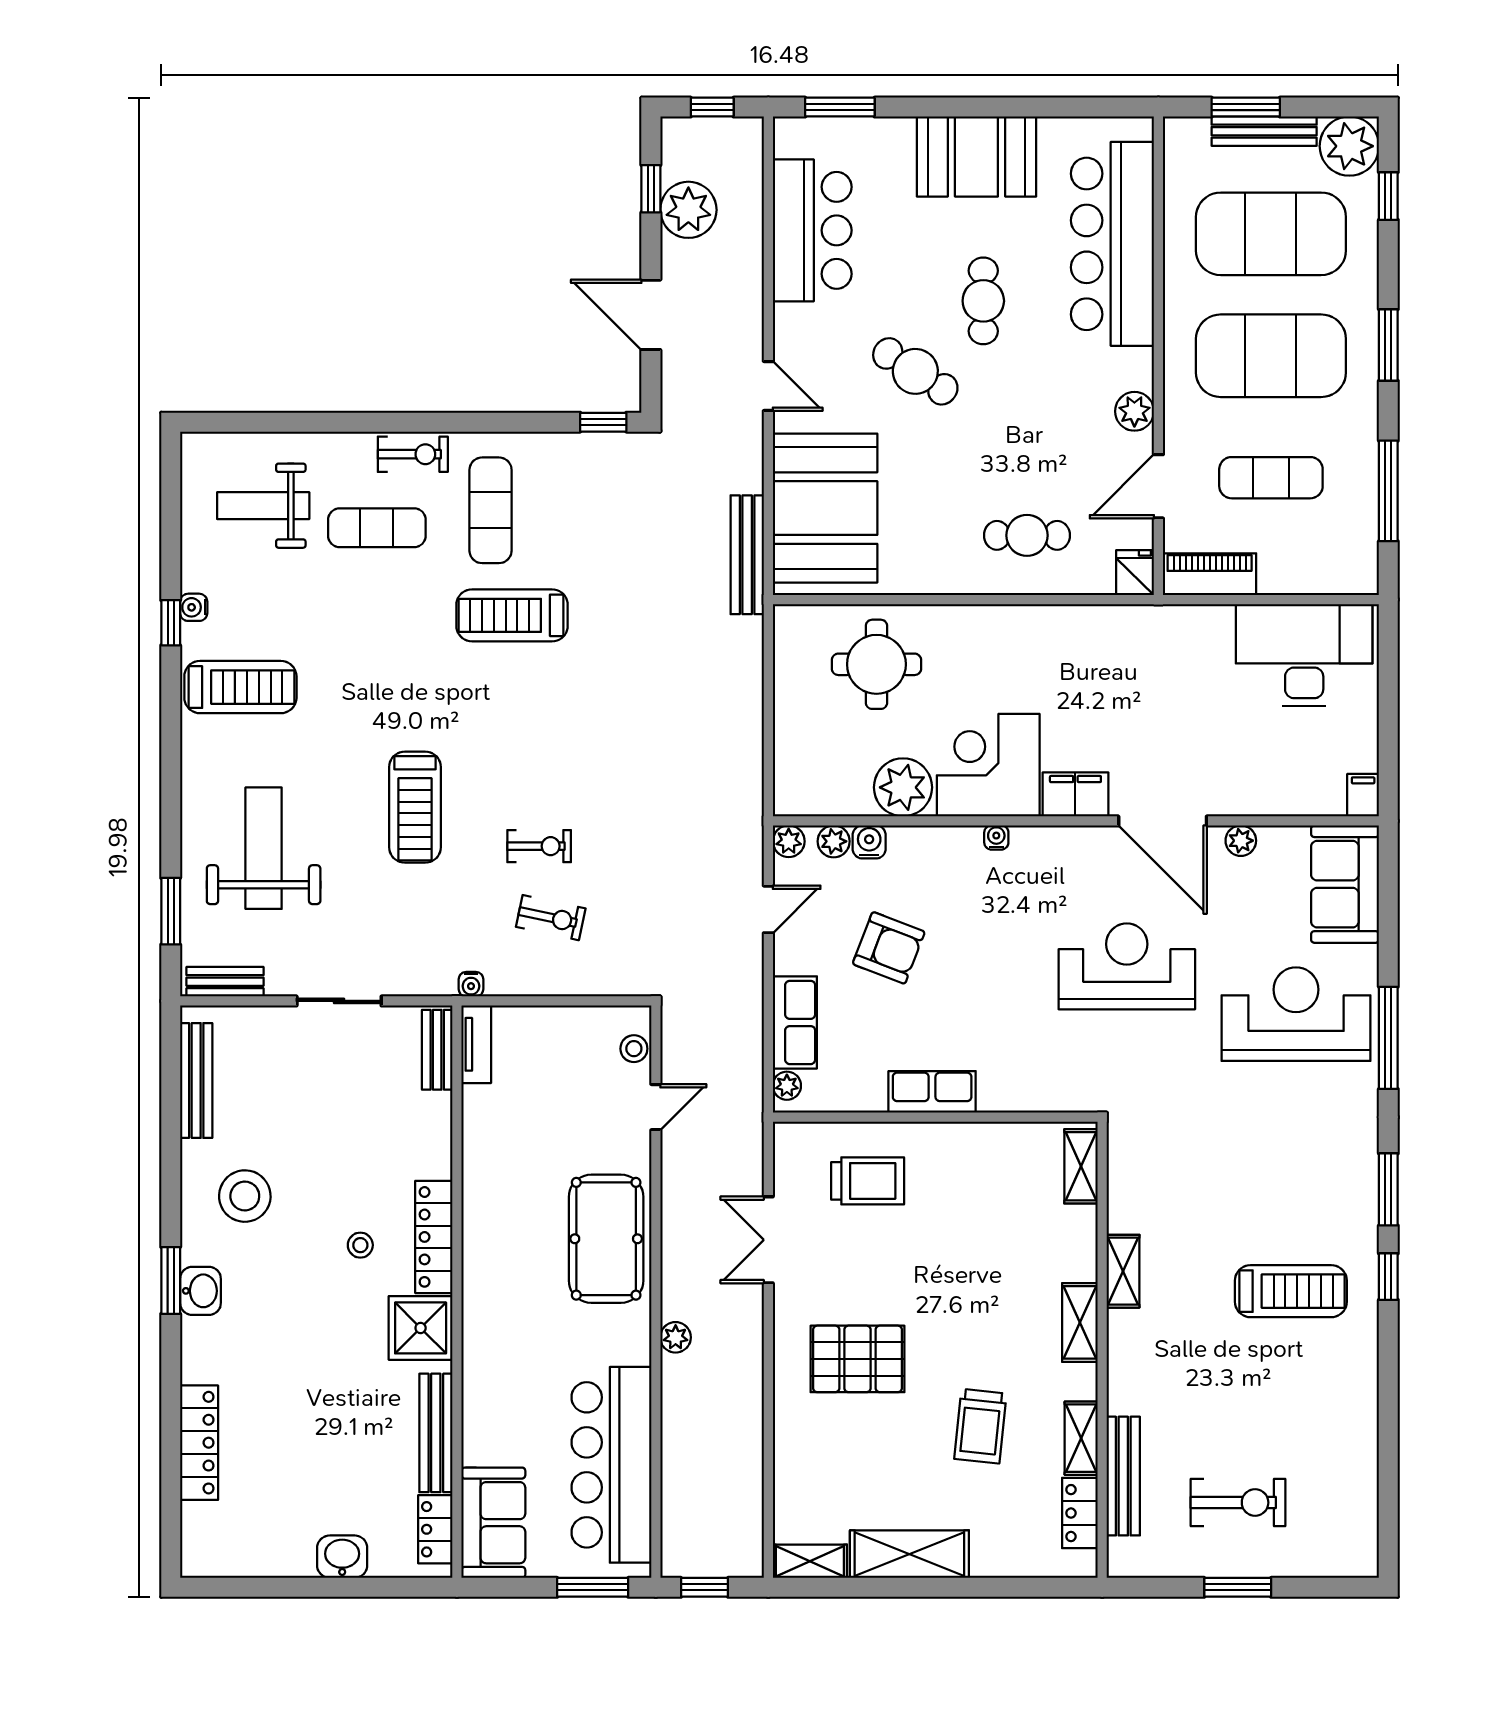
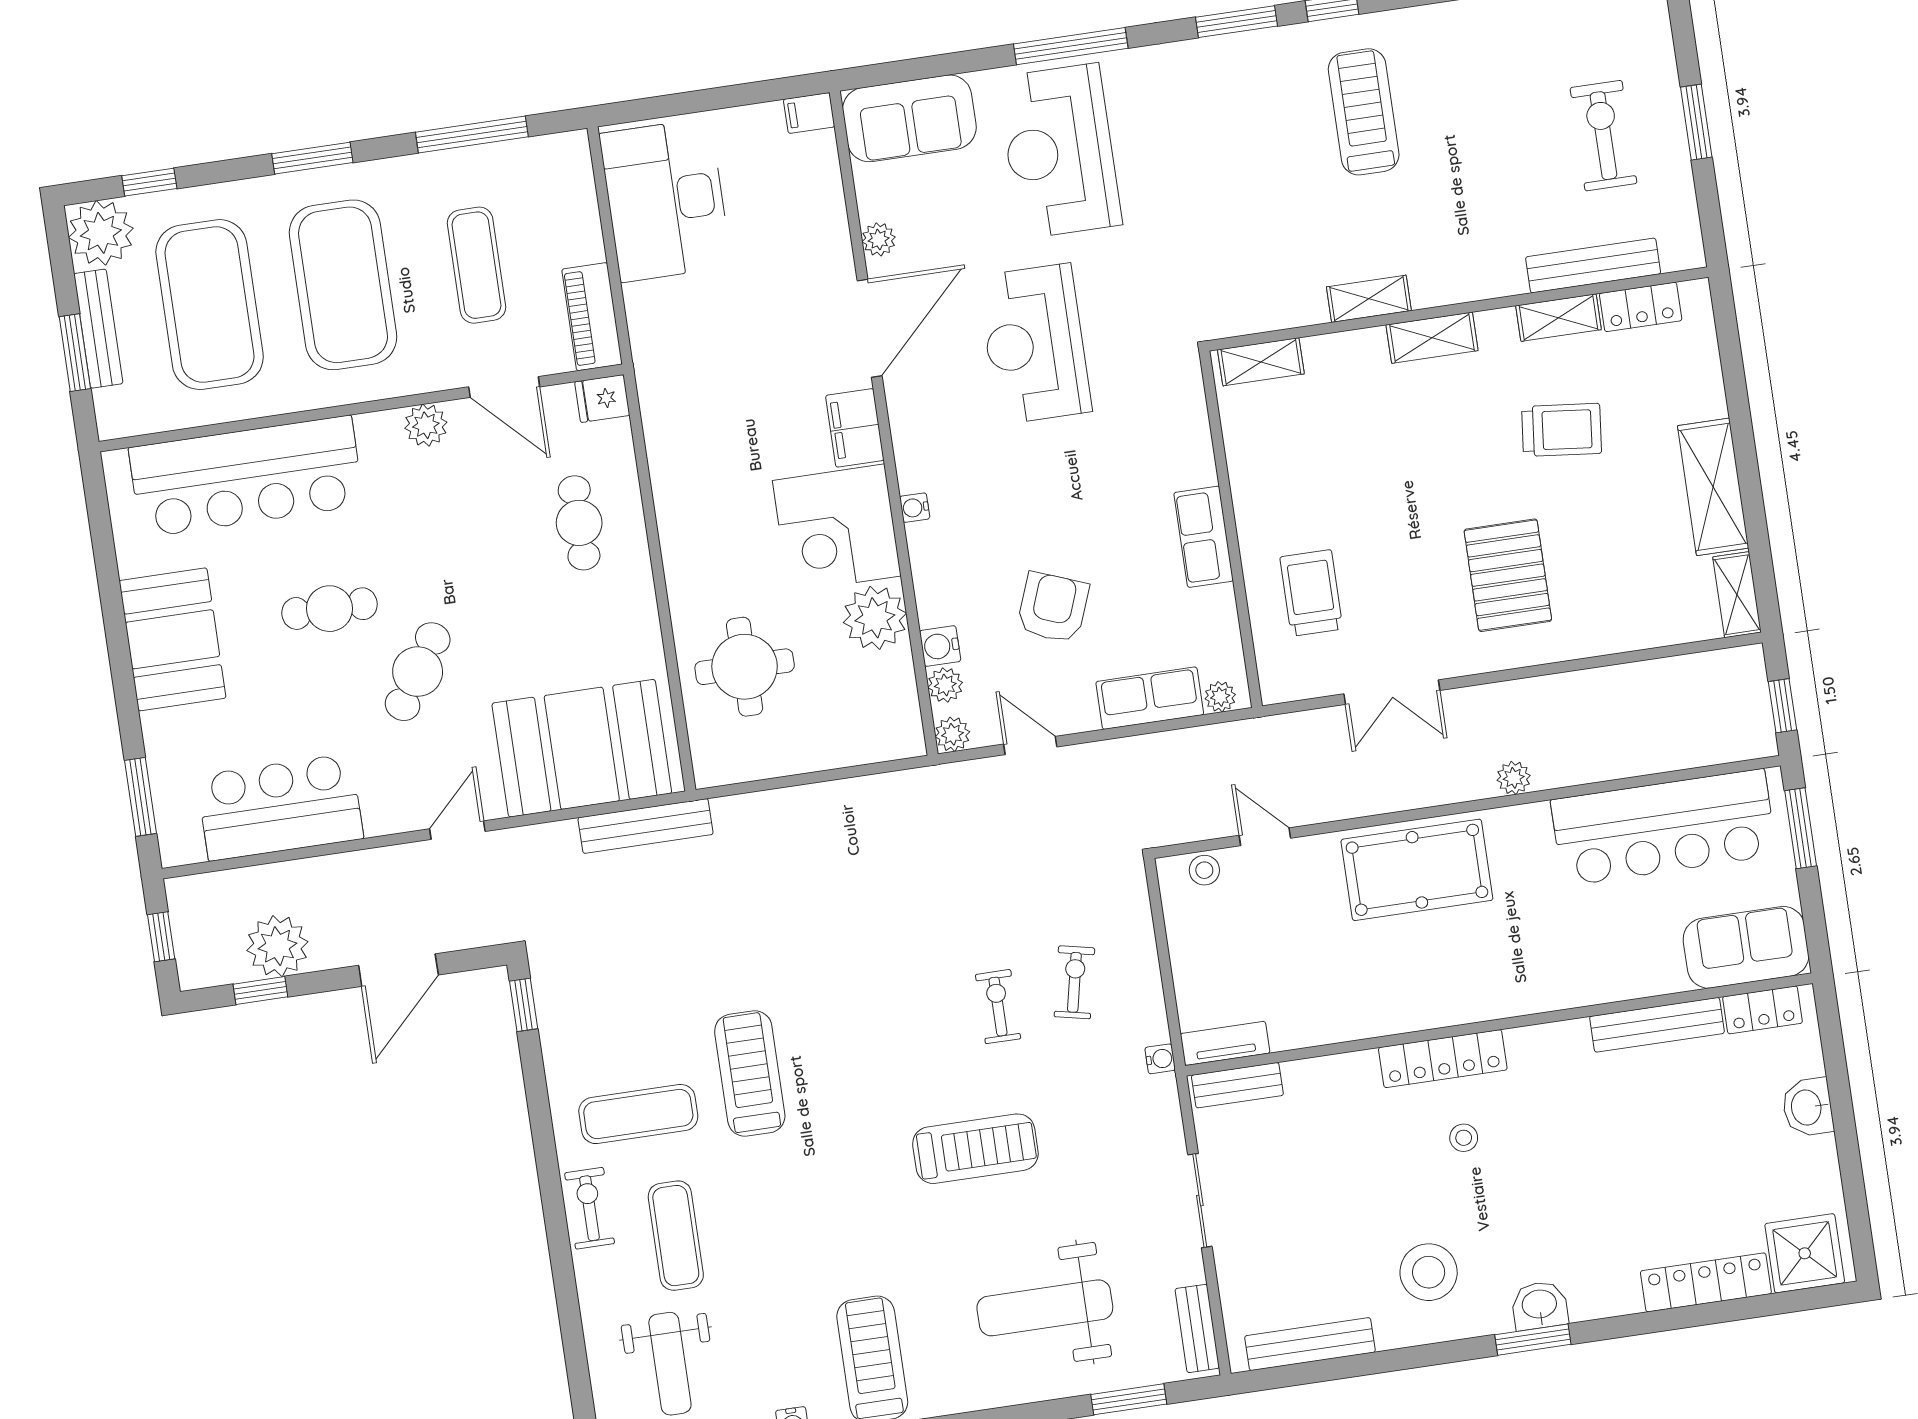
treadmill: (512, 615) -> (750, 1074), turned 180
shower: (421, 1328) -> (1805, 1253), moved

